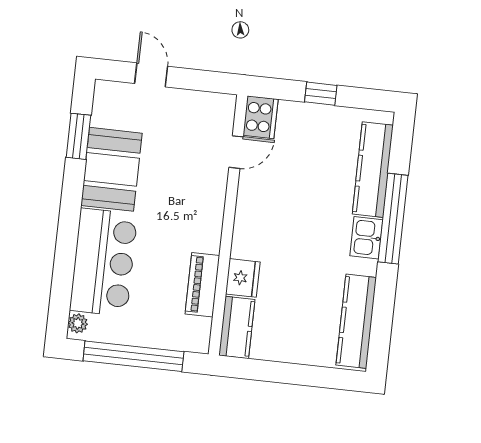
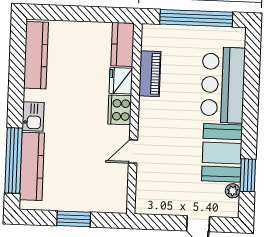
window: (321, 94) -> (74, 219), width x1.50
cooker: (261, 117) -> (120, 110), moved
door: (236, 152) -> (133, 152), moved
window: (393, 219) -> (13, 161), moved
plant: (78, 323) -> (233, 191), moved

